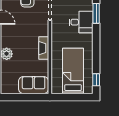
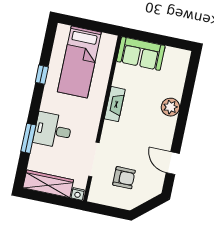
window: (96, 80) -> (42, 75), moved

